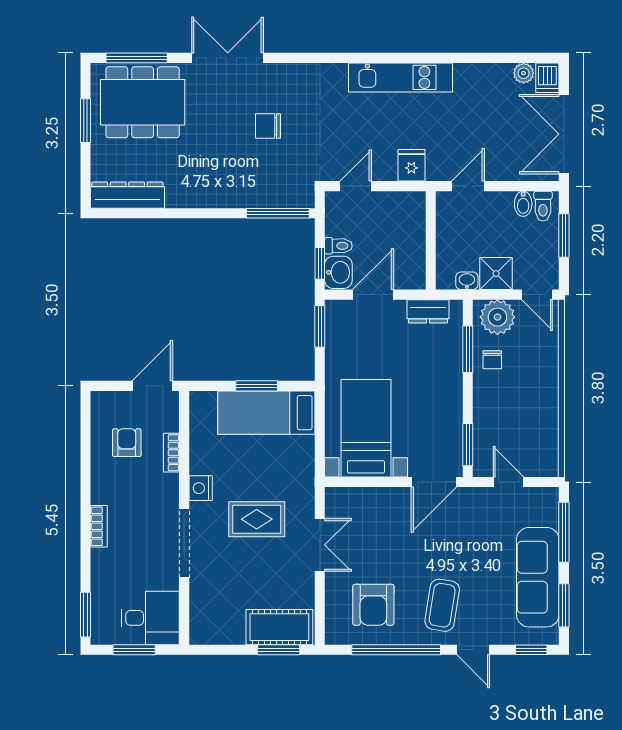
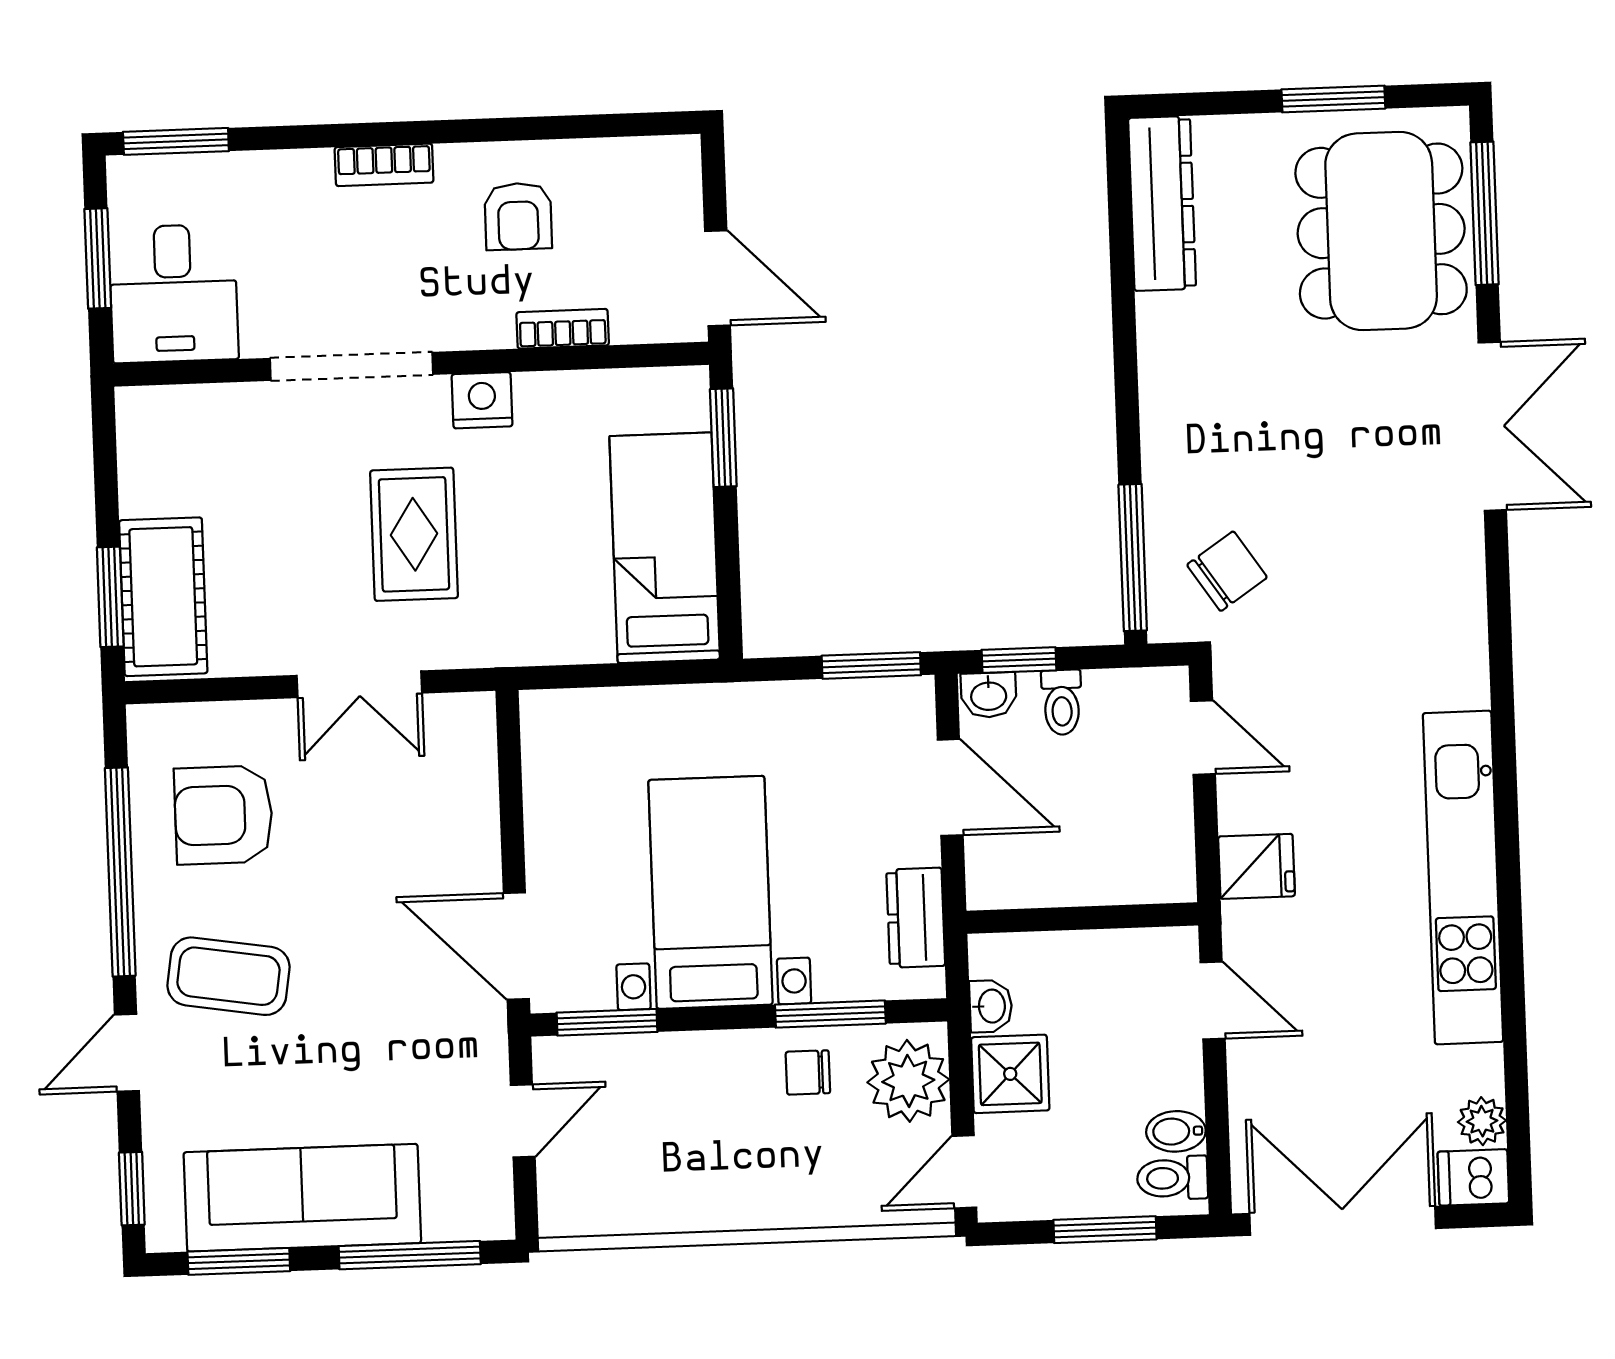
kitchen unit: (401, 77) -> (1463, 877), width x1.36
chair: (268, 126) -> (1227, 571), moved, turned 56
washbasin: (338, 272) -> (989, 695), width x0.72, depth x0.69
window: (257, 386) -> (723, 438), moved
bed with nightstands: (366, 428) -> (710, 892), moved, turned -90
armchair: (127, 443) -> (518, 216), moved, turned 90

